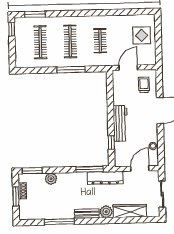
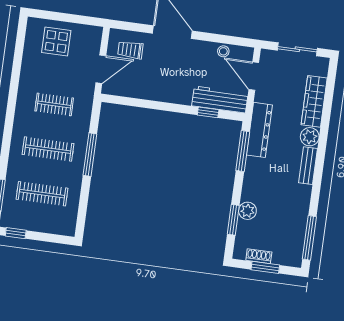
door: (128, 68) -> (101, 69), swing flipped
workbench: (120, 123) -> (220, 99), moved
window: (32, 171) -> (233, 220), moved
window: (59, 222) -> (309, 238), moved

